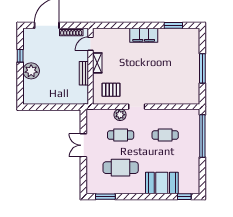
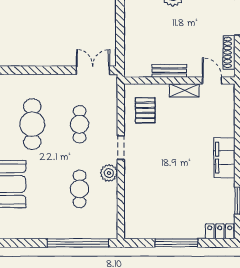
locker: (194, 38) -> (220, 231), added
plant: (120, 115) -> (109, 173), moved
double door: (83, 145) -> (93, 70), moved

